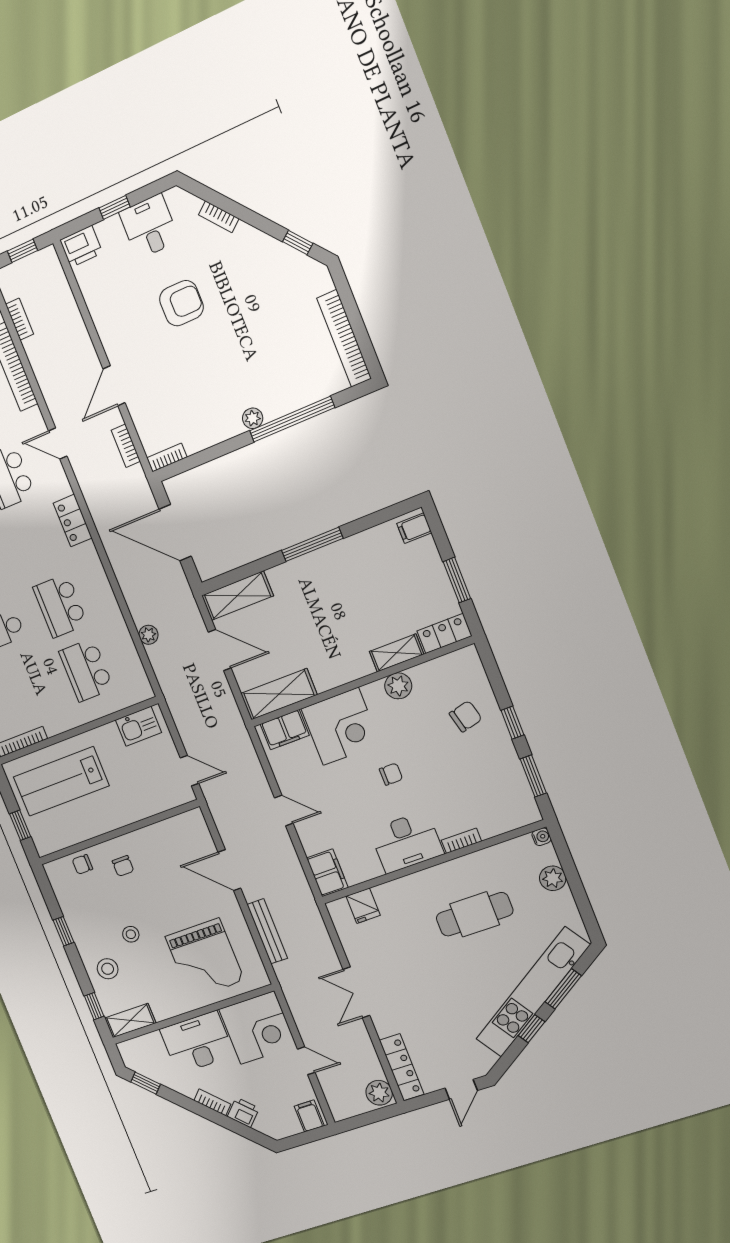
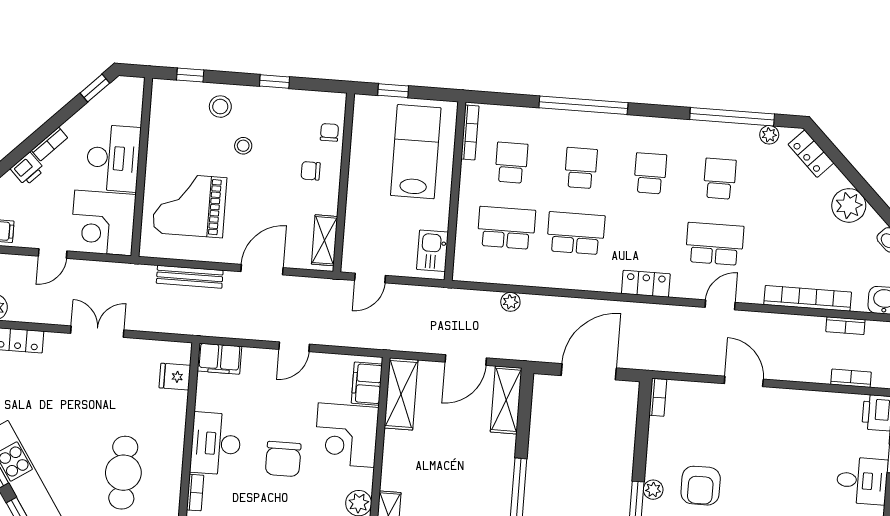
armchair: (181, 303) -> (701, 486), moved
bookcase: (126, 446) -> (851, 378), moved
school desk: (29, 693) -> (511, 163), added
chair: (391, 774) -> (283, 459), width x1.87, depth x1.87
shelving: (130, 1021) -> (324, 240), moved

